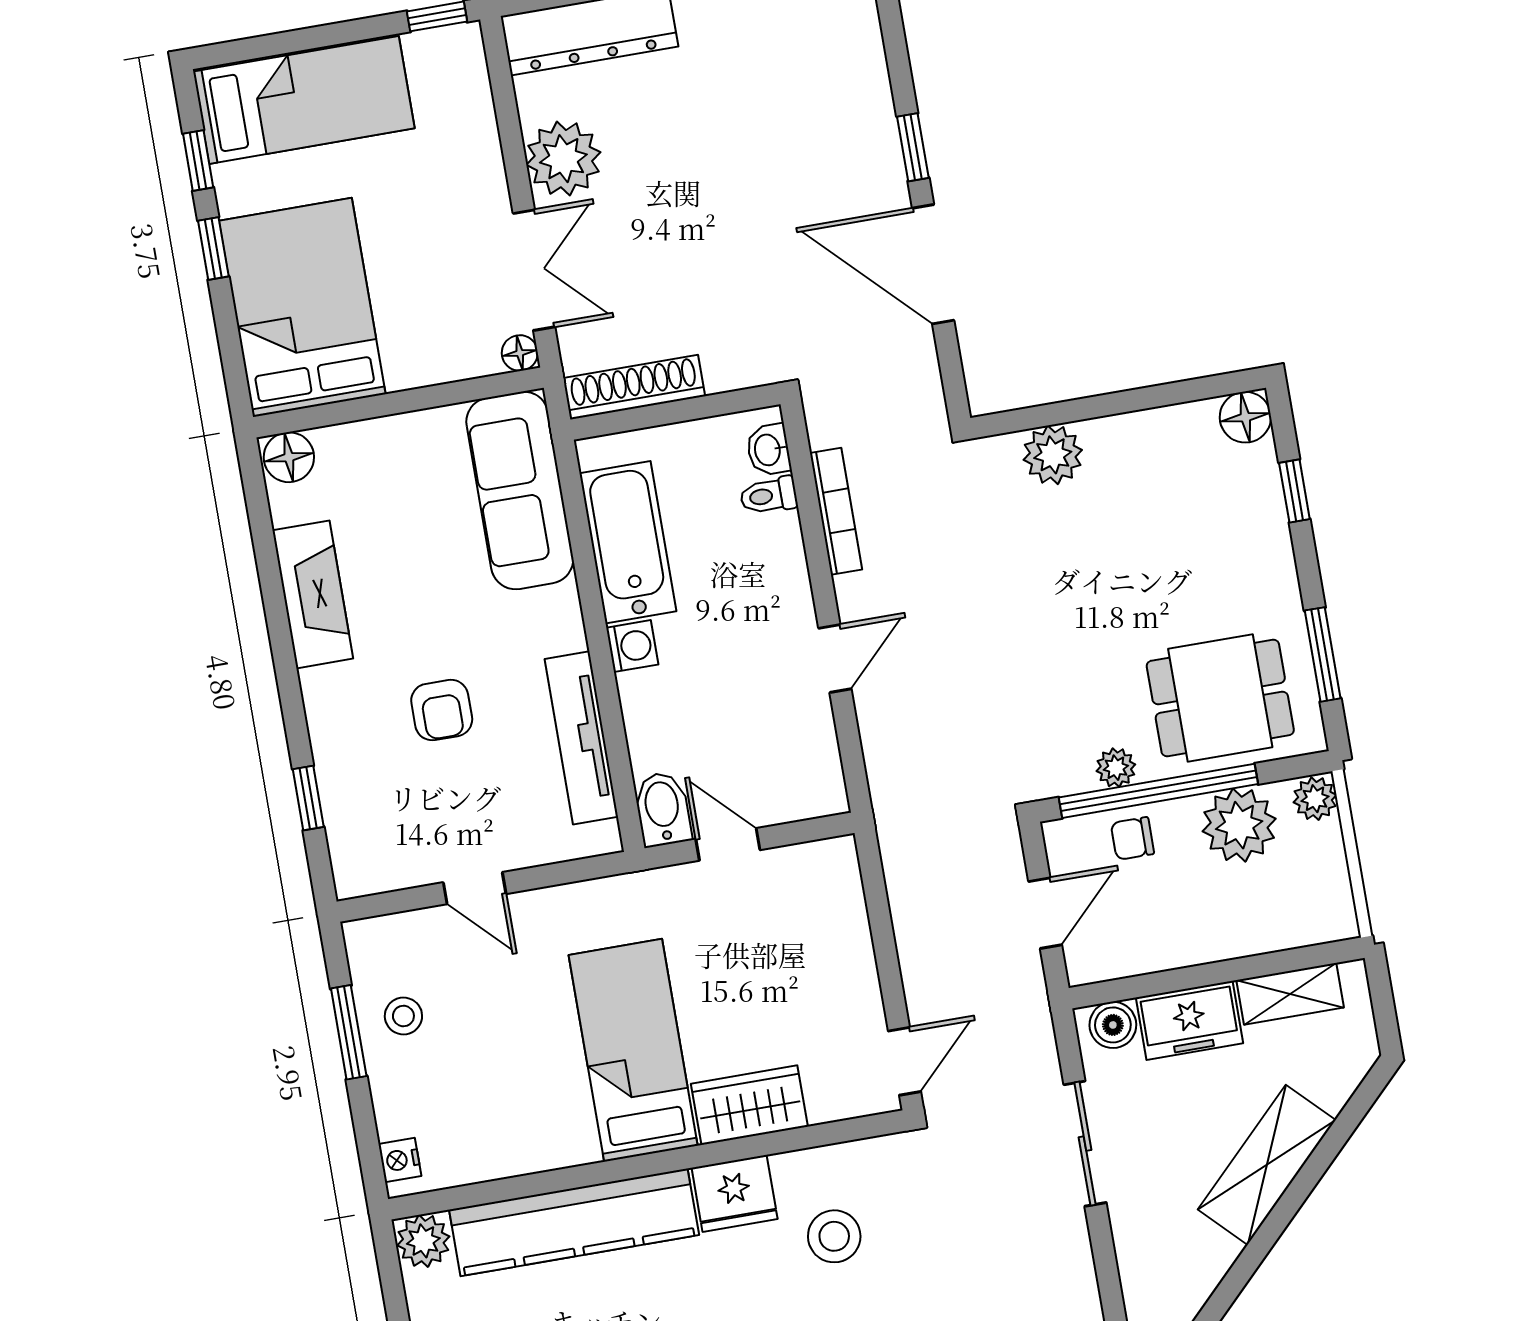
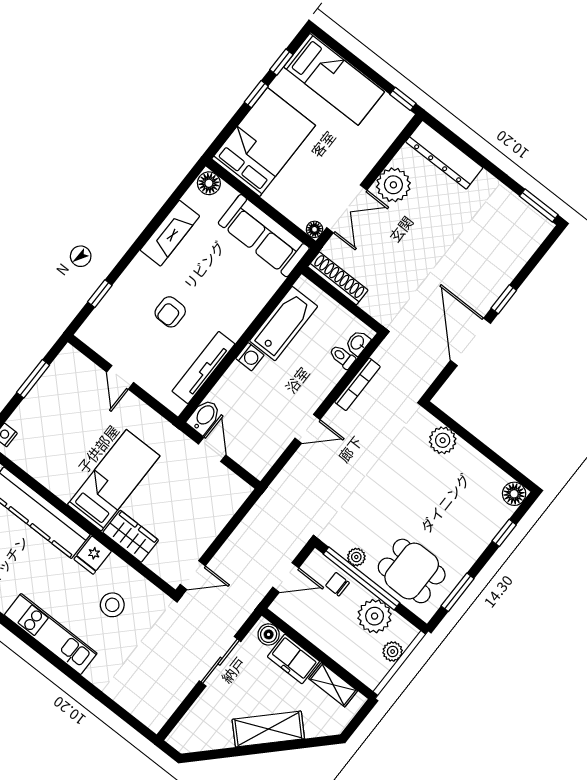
sofa: (520, 491) -> (264, 236), moved, turned -90
plant: (1315, 799) -> (393, 651), moved
stool: (403, 1016) -> (55, 392), removed
fridge: (735, 1193) -> (93, 555), width x0.72

